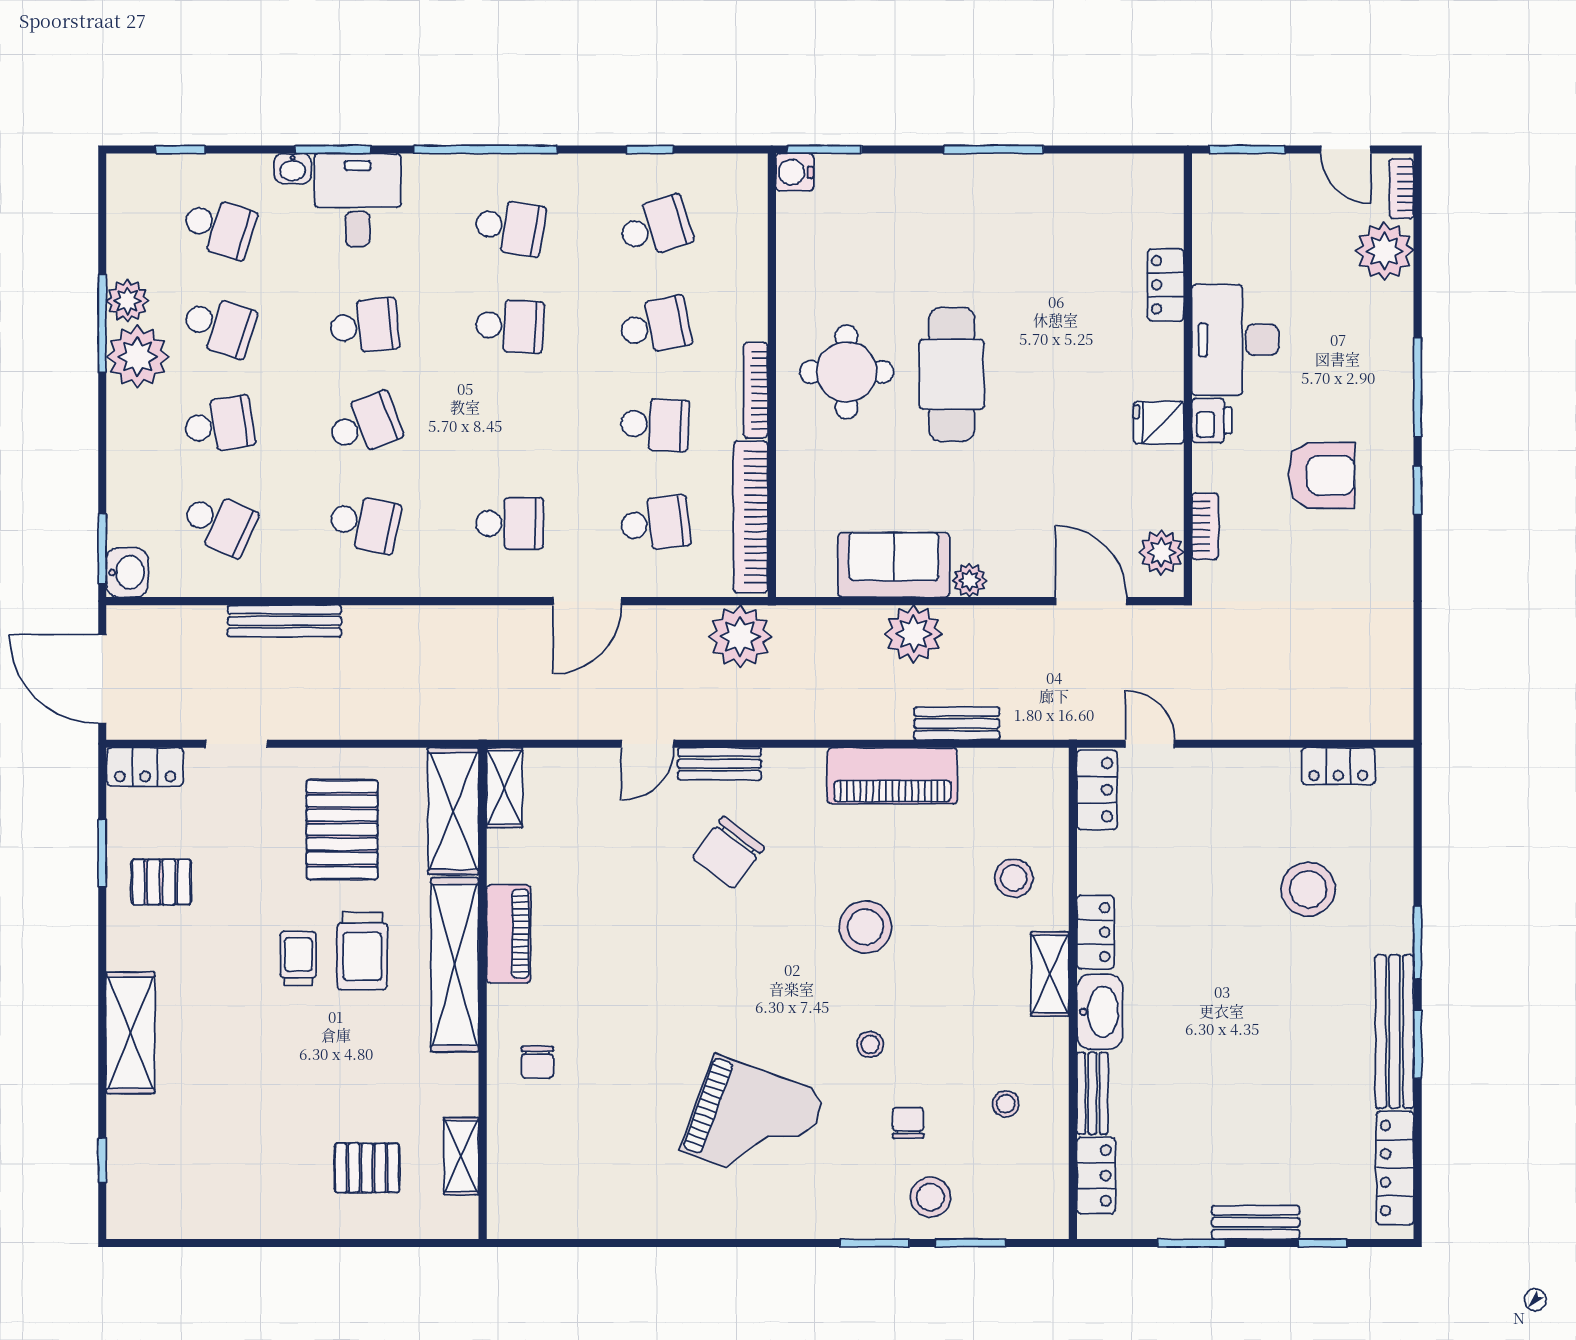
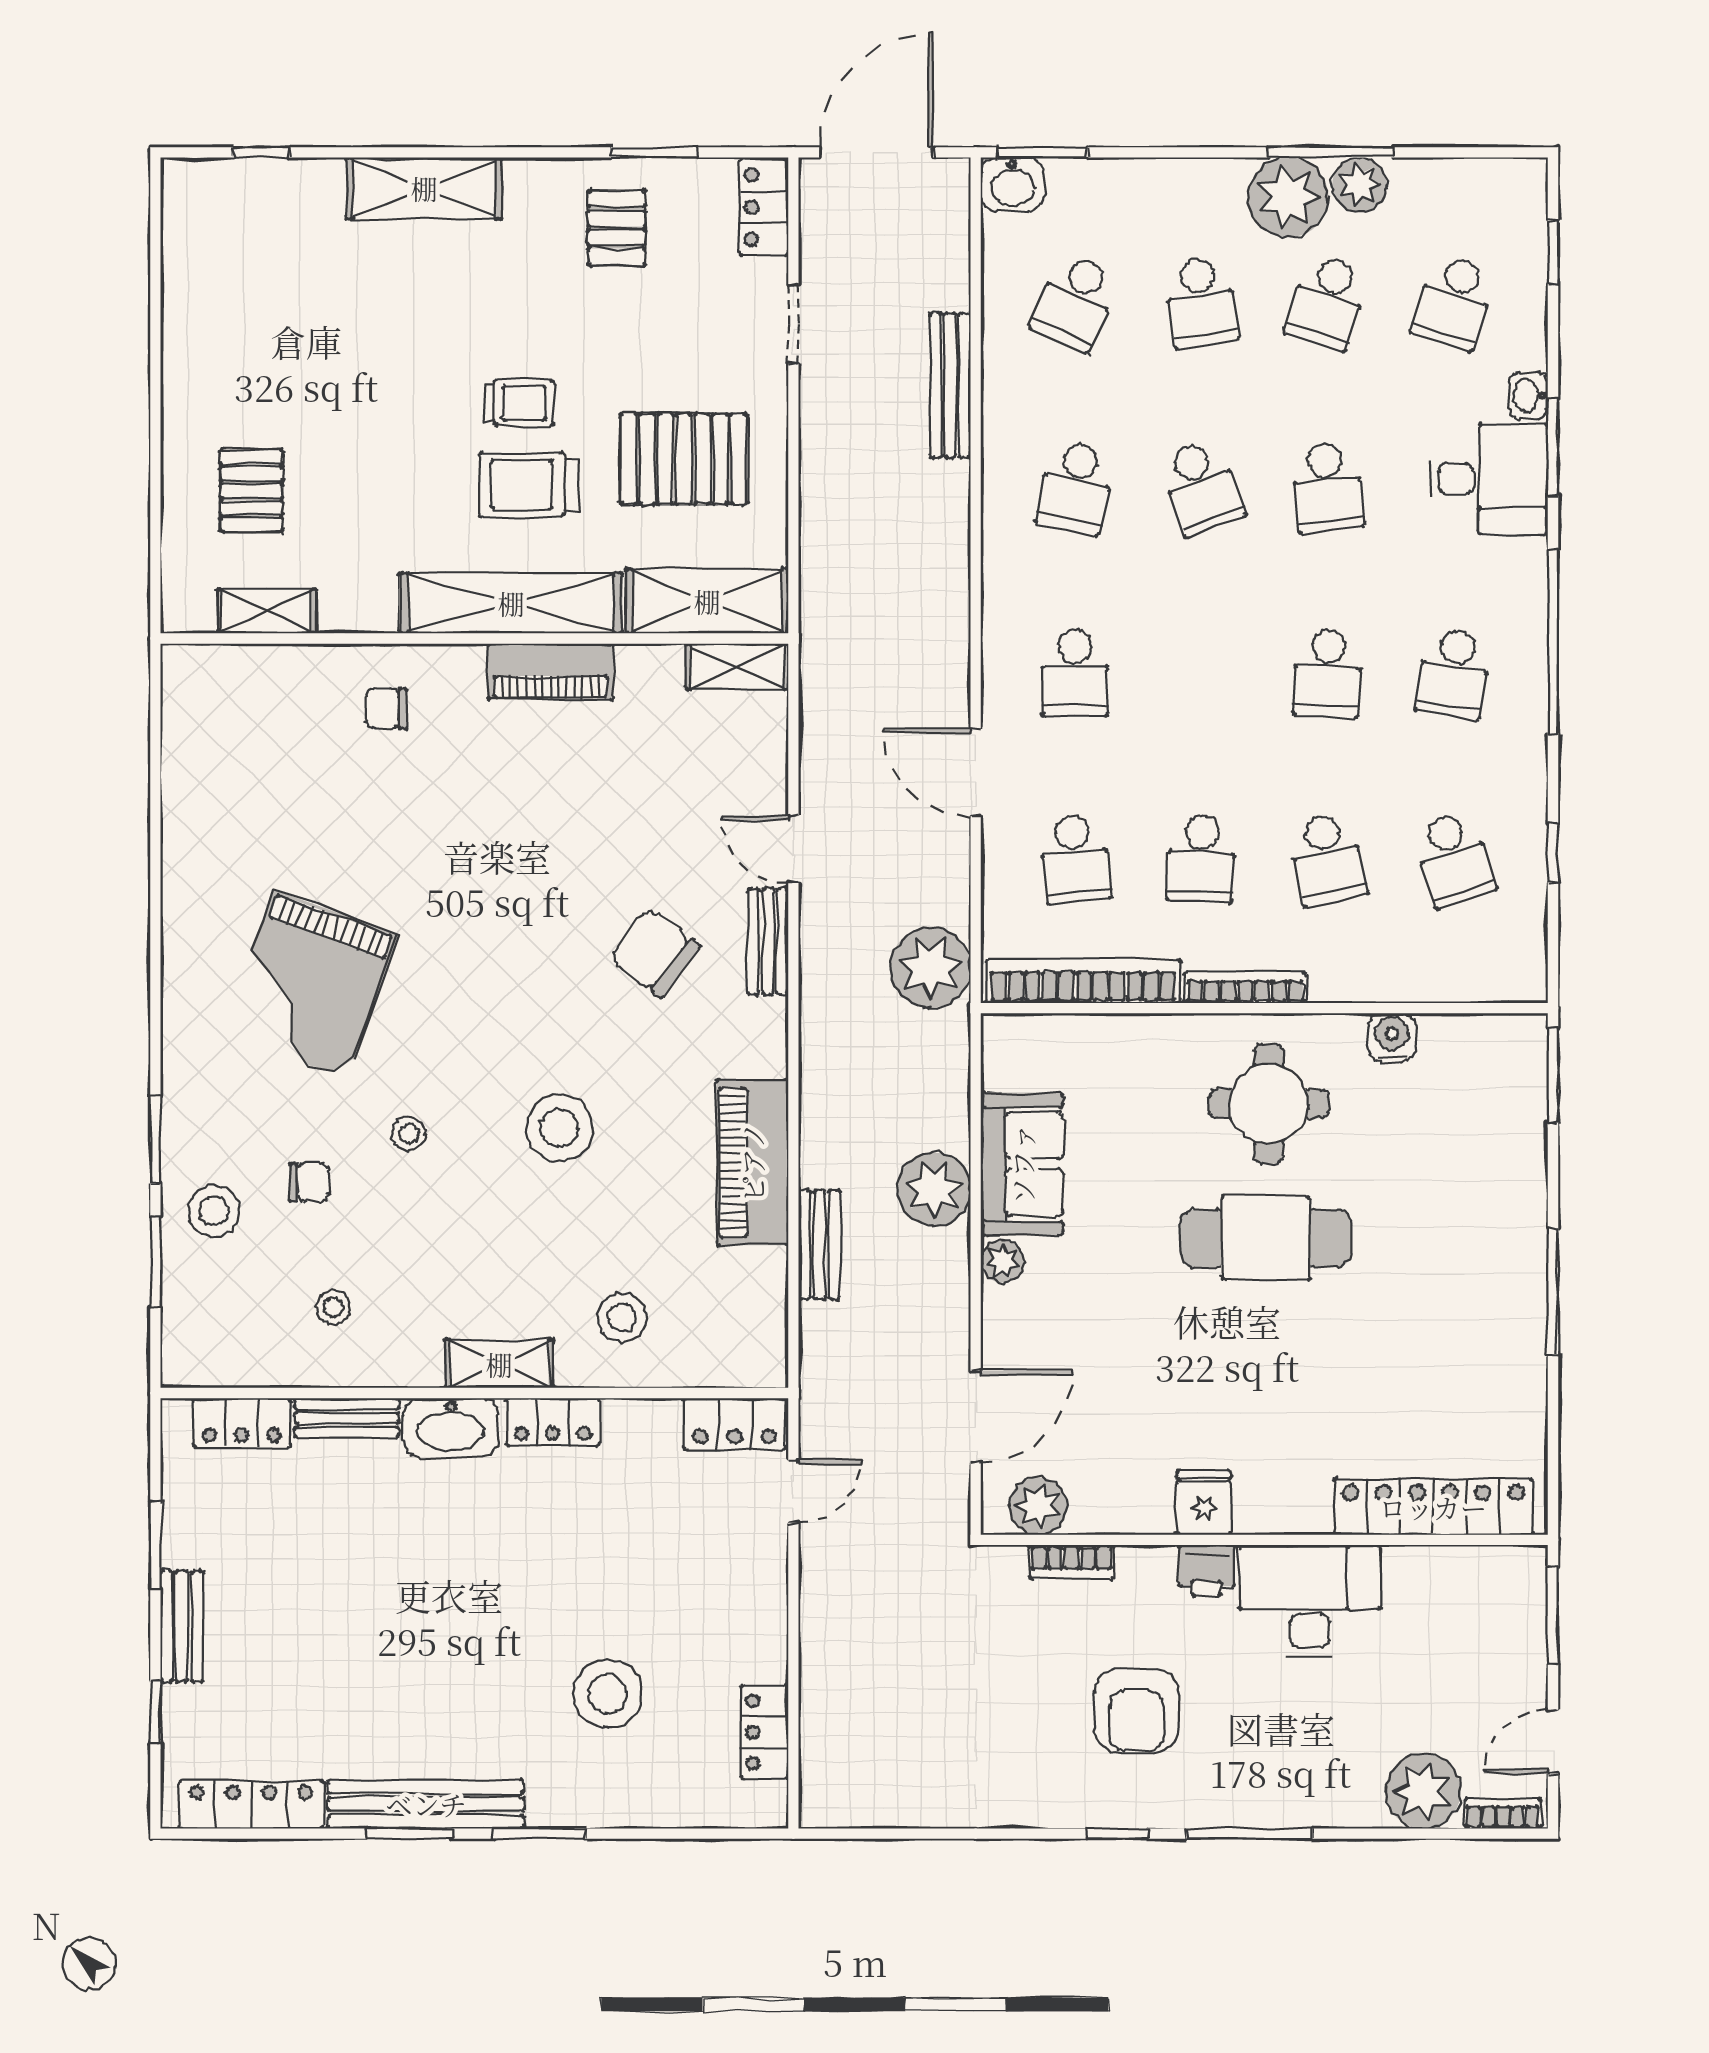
water cooler: (795, 172) -> (1392, 1037), moved
locker: (1166, 285) -> (1433, 1507), width x2.16, depth x1.21

